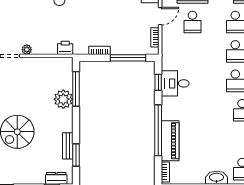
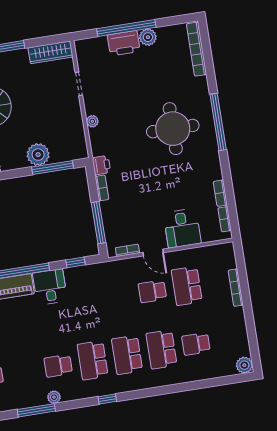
printer: (65, 48) -> (101, 165), moved
plant: (27, 50) -> (92, 121), moved
desk: (175, 83) -> (50, 287), moved

